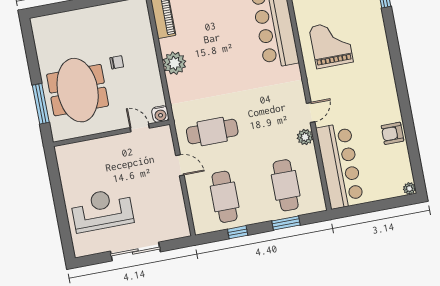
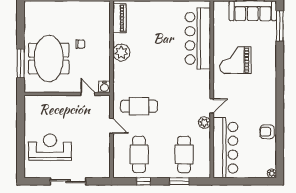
grand piano: (331, 44) -> (235, 60), turned -90

